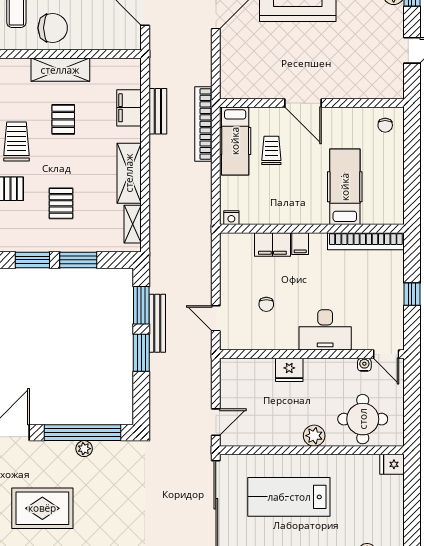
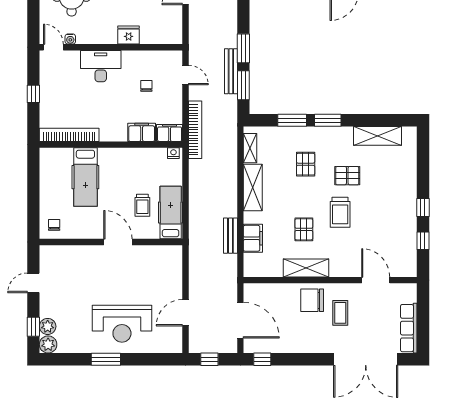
bookcase: (203, 124) -> (195, 130), moved
filing cabinet: (300, 244) -> (170, 133), moved, width x2.00

